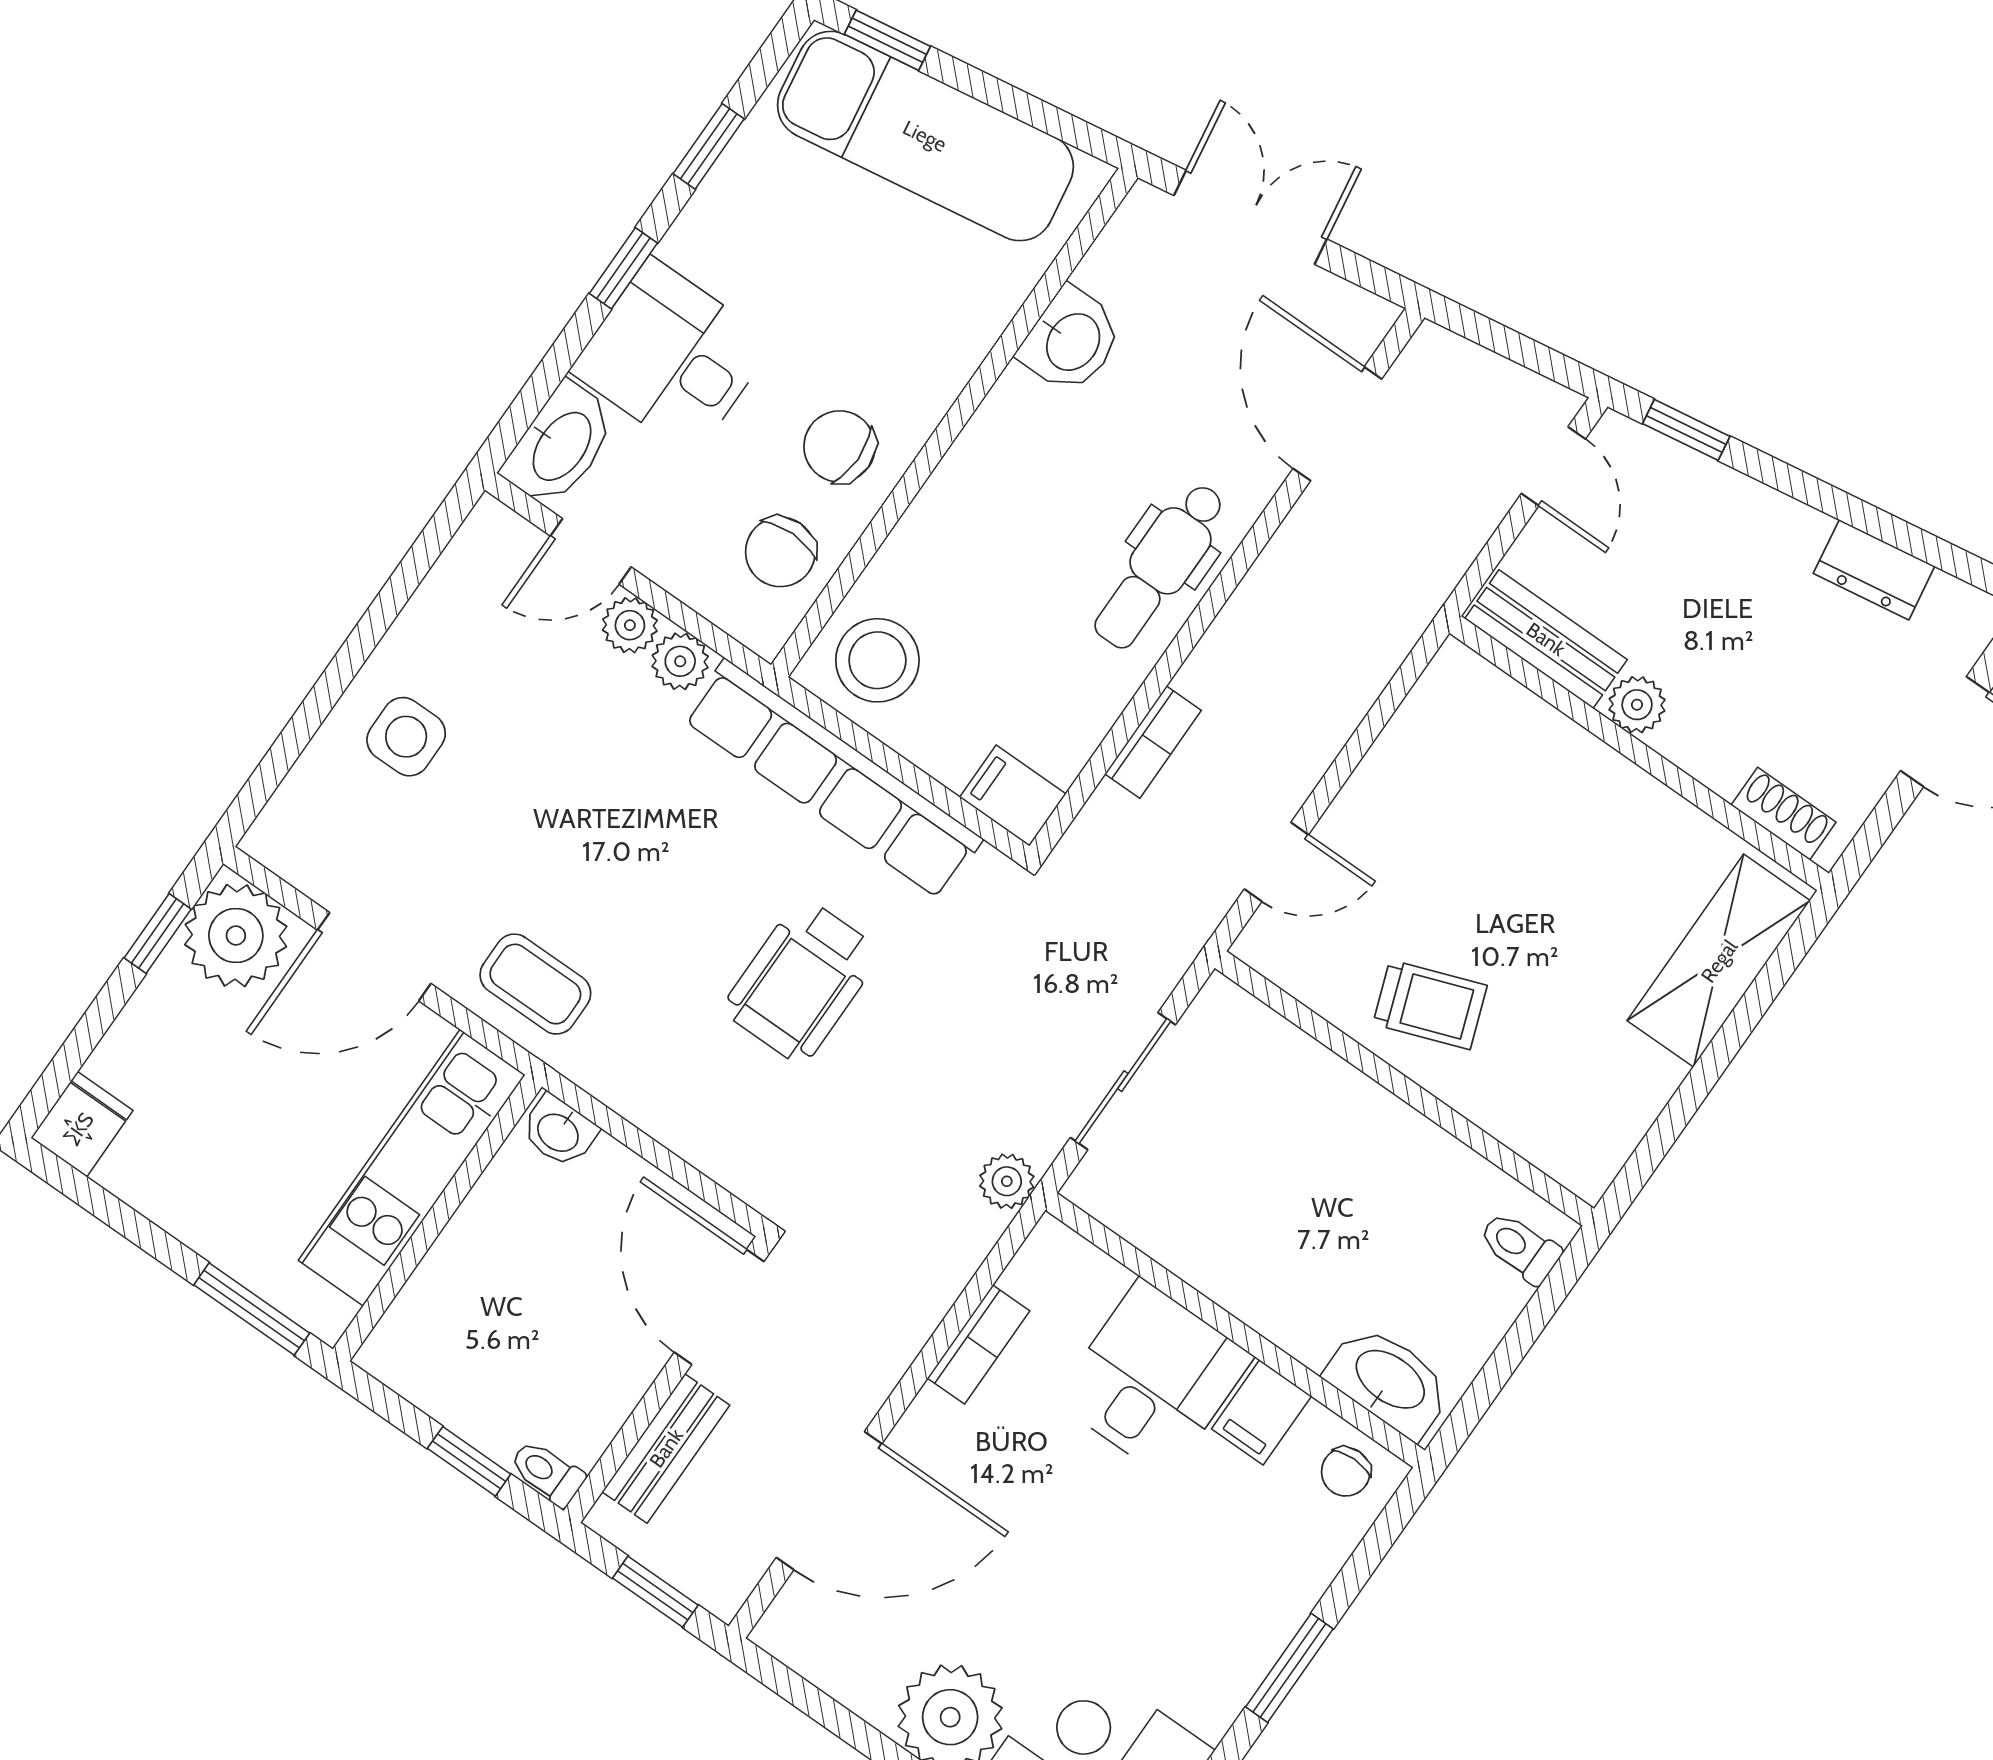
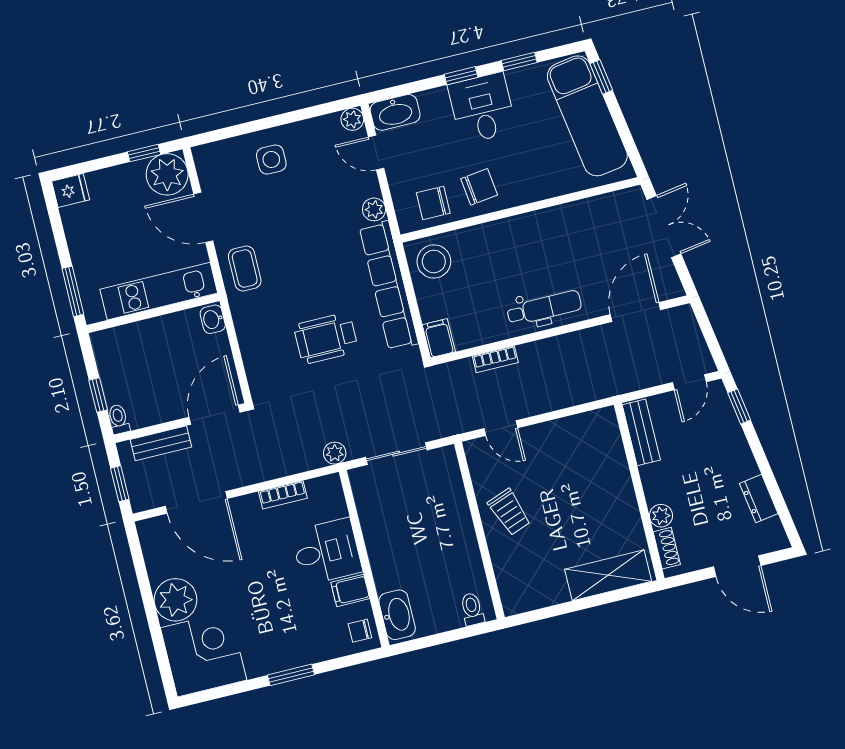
washbasin: (1071, 341) -> (577, 216), removed
desk: (672, 357) -> (482, 108), moved
chair: (840, 446) -> (479, 187), turned 83
dental chair: (1160, 566) -> (544, 308), turned 180
plant: (630, 625) -> (352, 119), moved
plant: (1637, 705) -> (661, 516), moved

